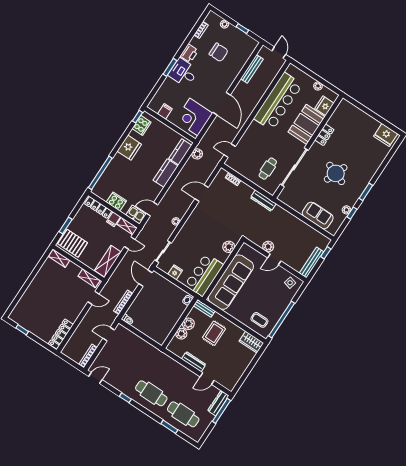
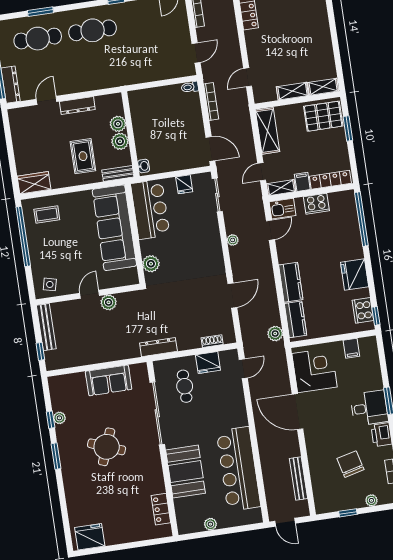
chair: (219, 52) -> (350, 464), turned 76
fridge: (324, 106) -> (208, 363), moved, turned 90
locker: (324, 135) -> (161, 509), moved
sofa: (318, 215) -> (109, 380), moved
shelving: (89, 278) -> (292, 91), moved

